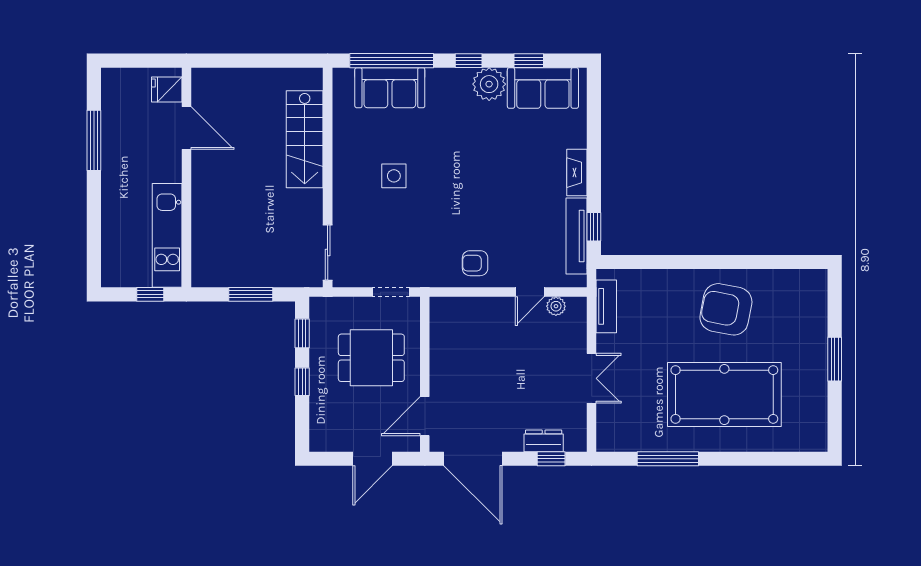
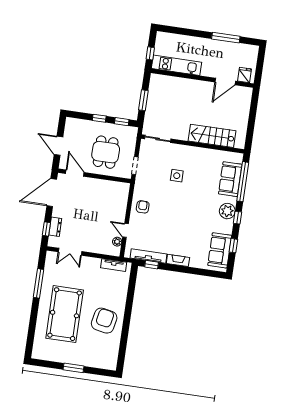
plant: (489, 84) -> (227, 211), moved
side table: (394, 176) -> (177, 176), moved
double door: (592, 378) -> (70, 252), moved

